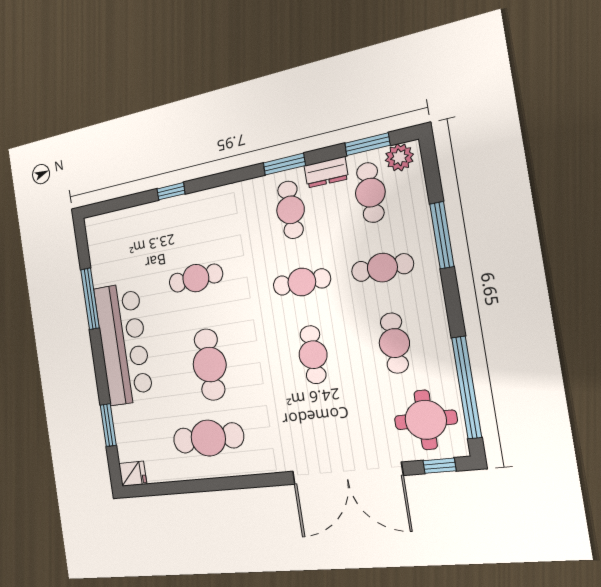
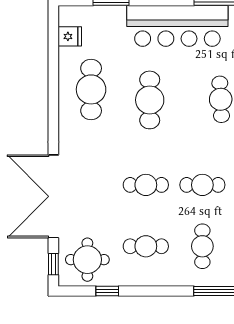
cafe table: (302, 282) -> (202, 185), turned 90
cafe table: (210, 365) -> (150, 100), turned 90
window: (467, 387) -> (107, 291), width x0.32
fridge: (133, 474) -> (70, 36), moved, turned -90

